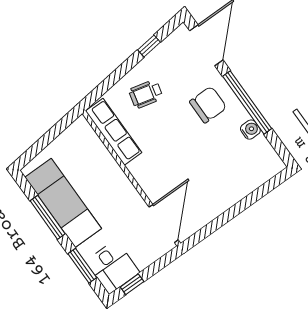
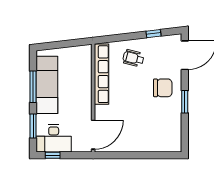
window: (247, 102) -> (185, 102), width x0.47
water cooler: (250, 130) -> (176, 118), removed
row of seats: (114, 132) -> (102, 74), width x1.36
desk: (113, 267) -> (54, 138), width x1.37

